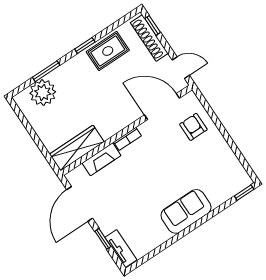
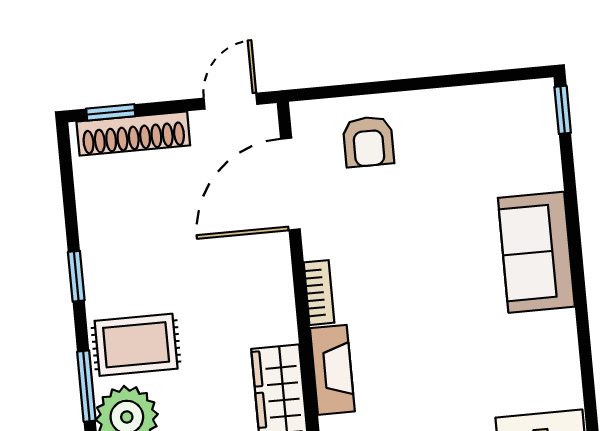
rug: (108, 51) -> (136, 345), moved, turned 90
armchair: (193, 127) -> (368, 142), turned -90

